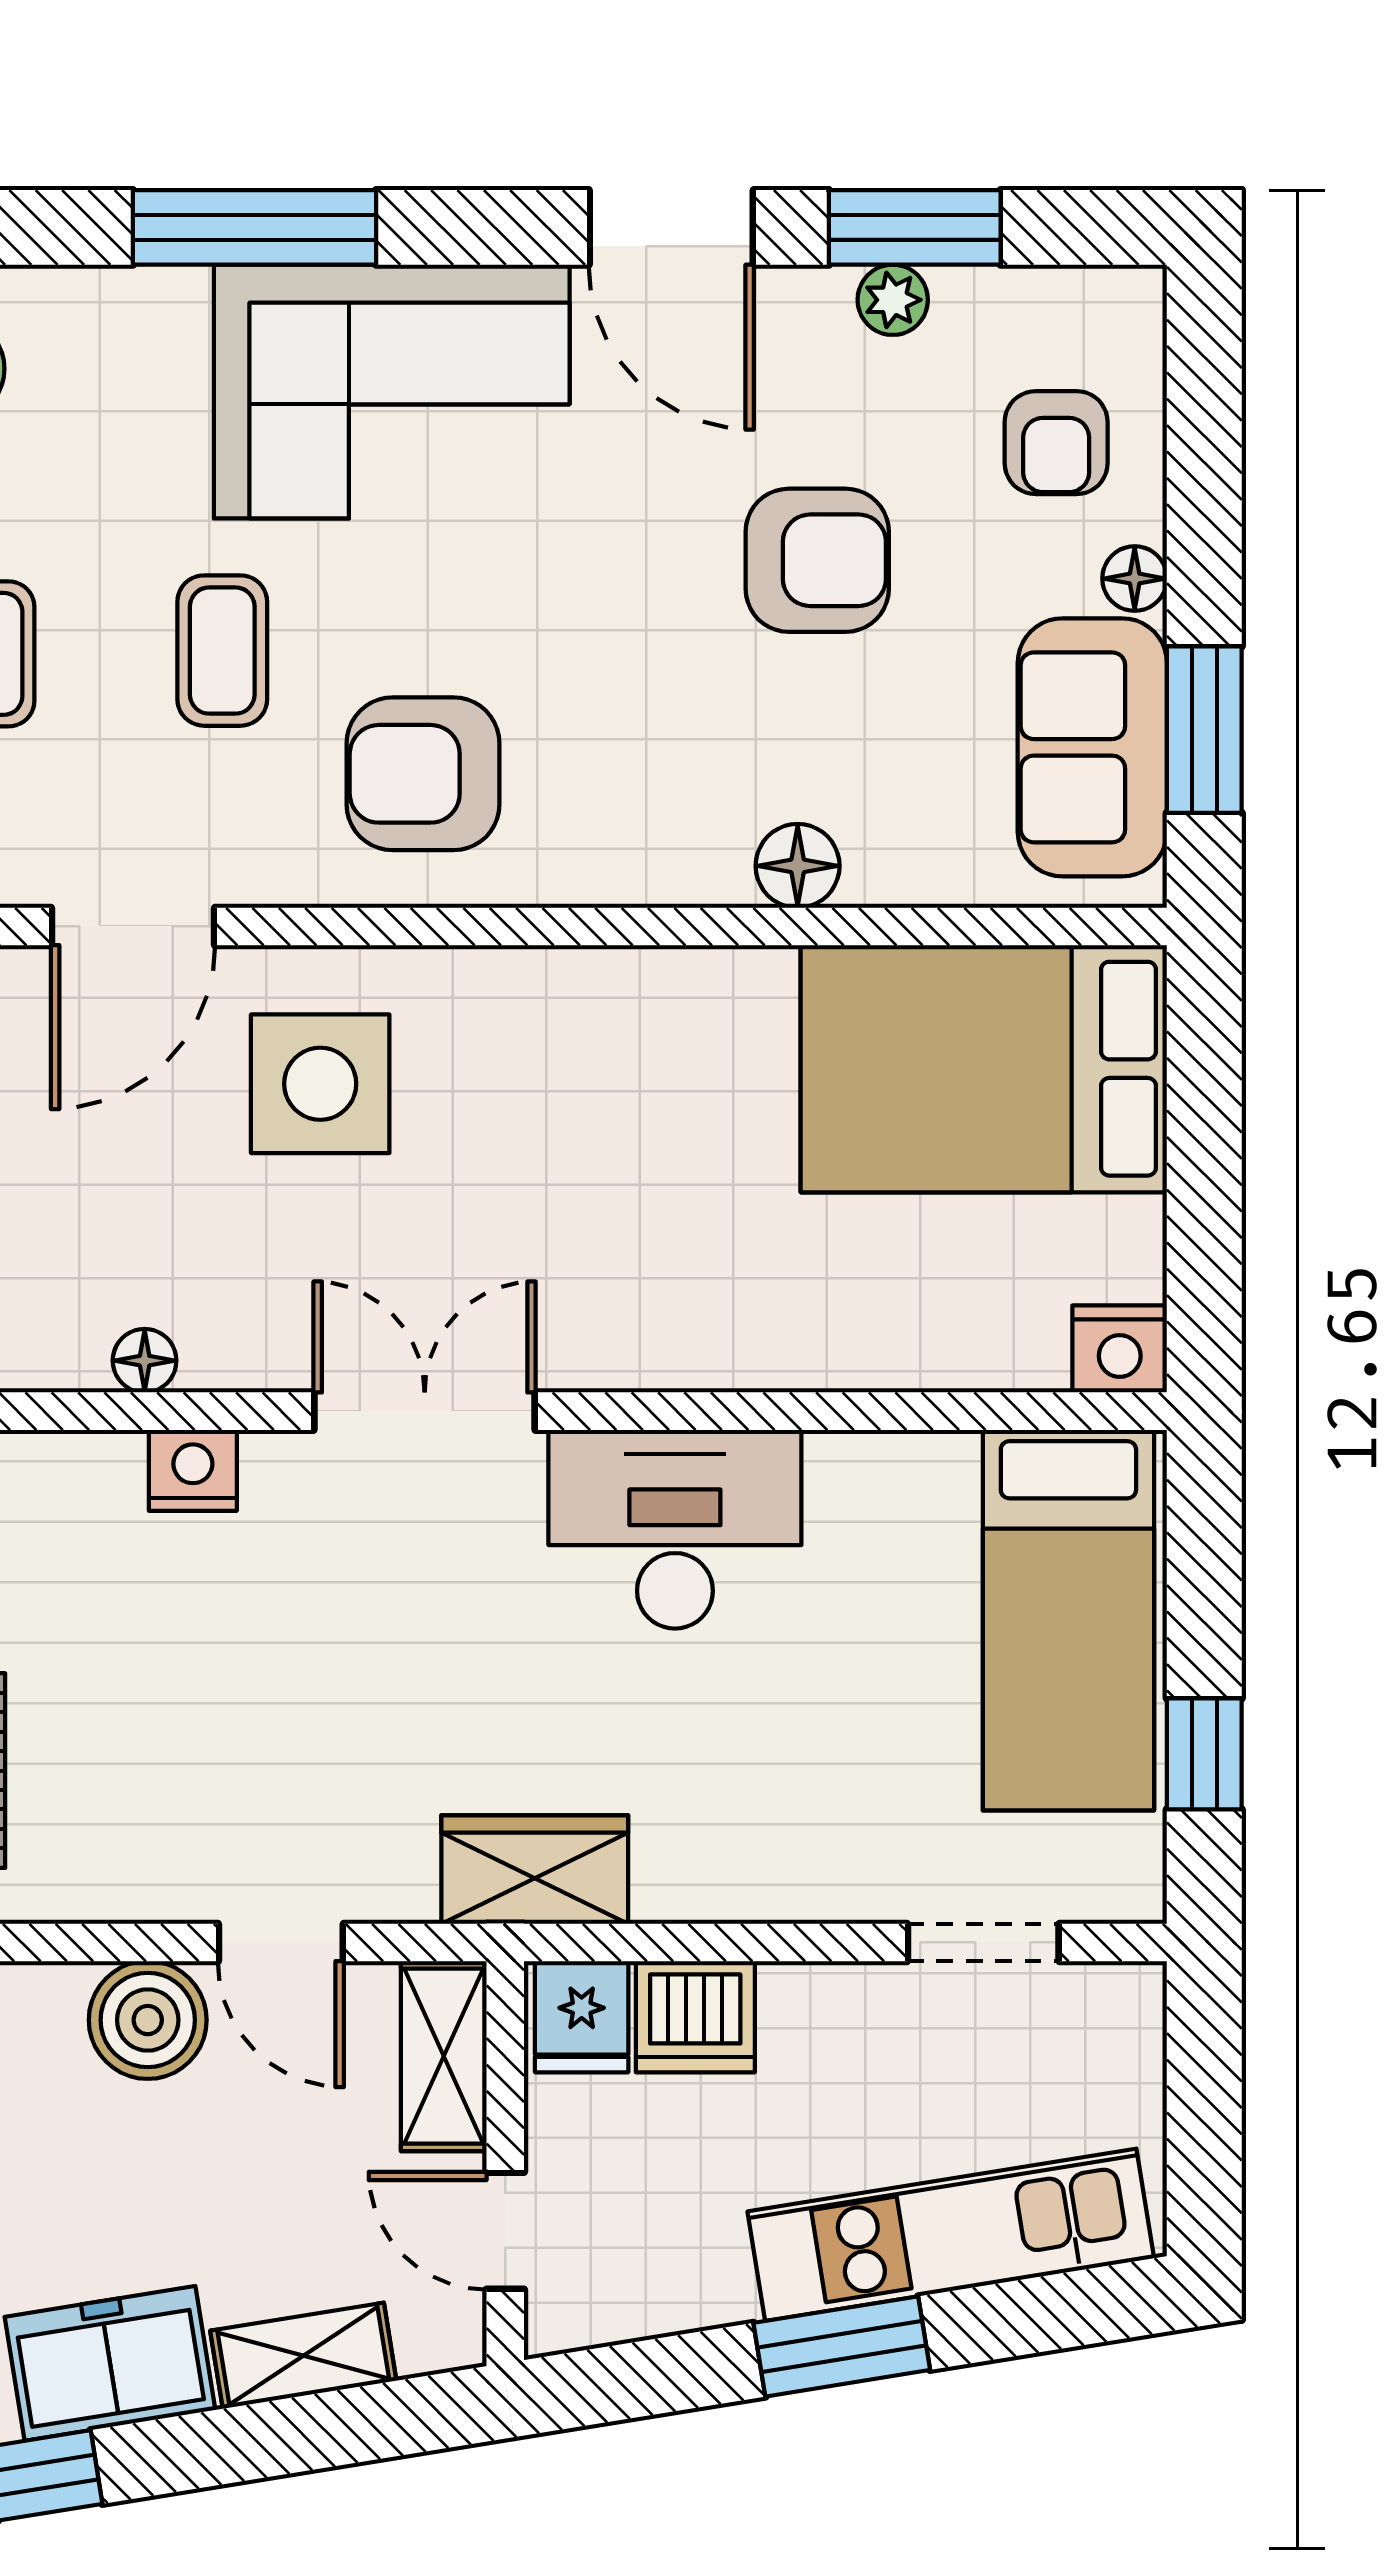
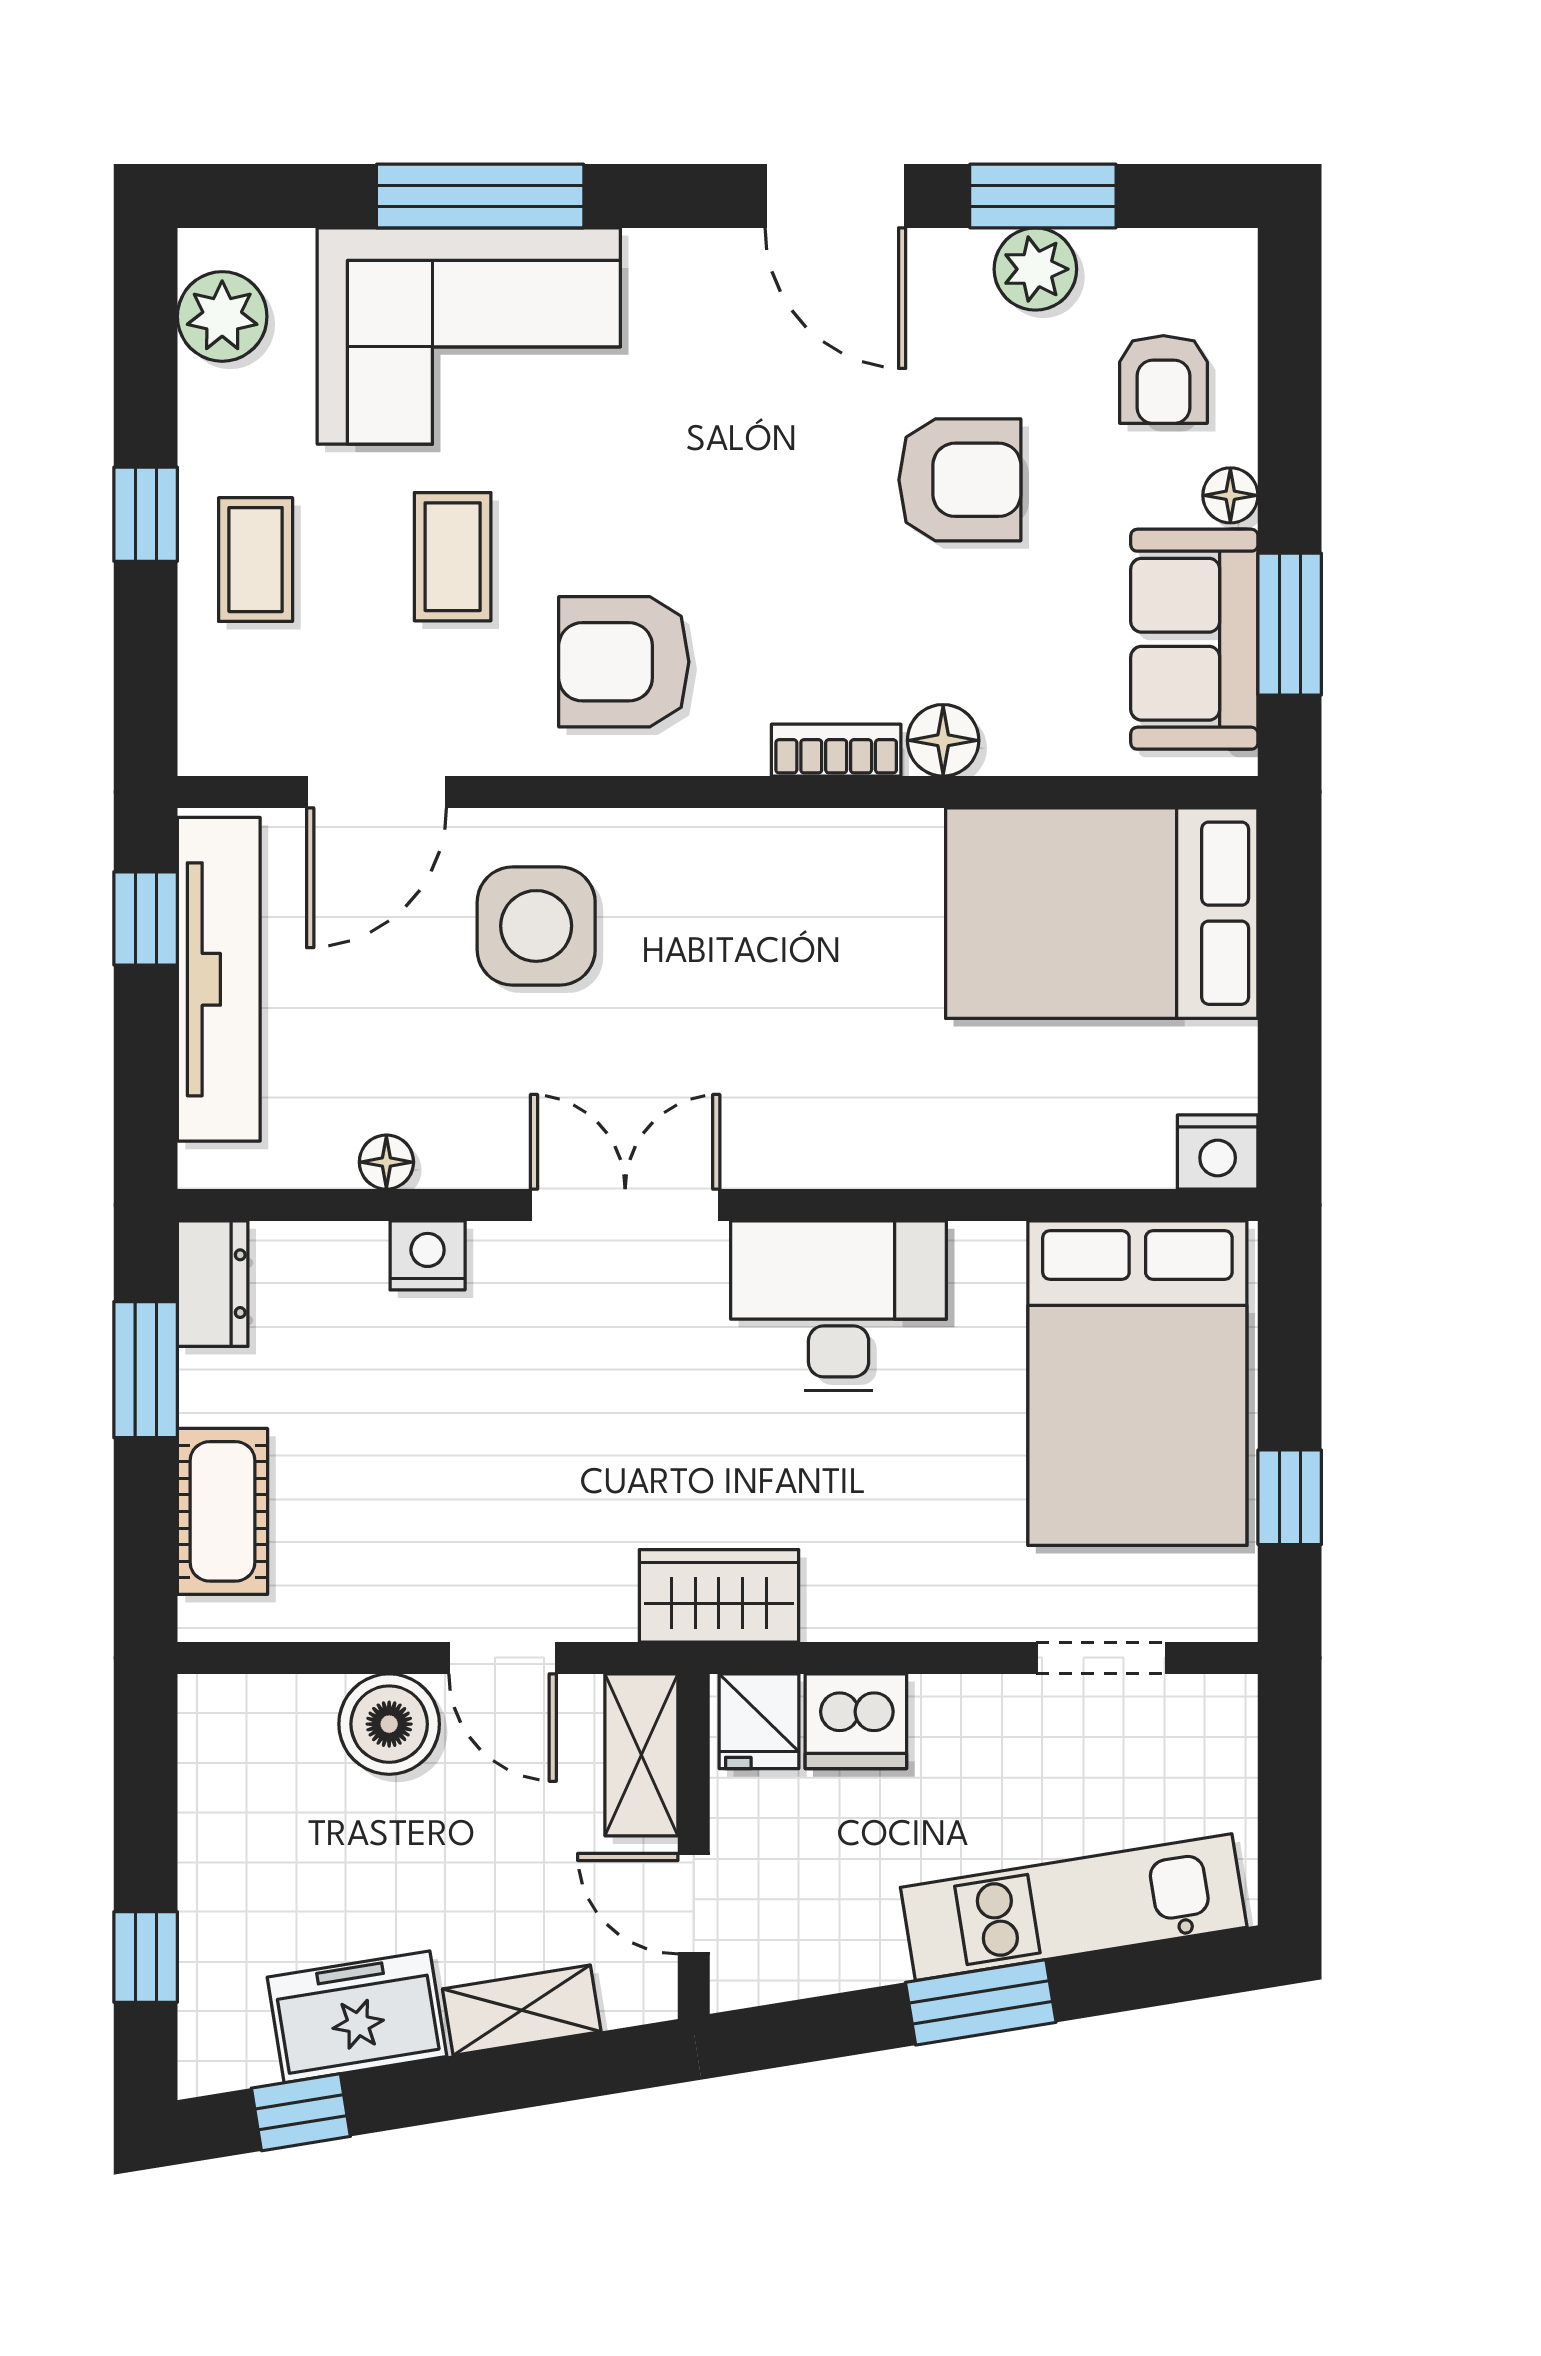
plant: (893, 300) -> (1035, 269), width x1.38, depth x1.38
corner sofa: (392, 392) -> (469, 336), moved
bookcase: (672, 877) -> (836, 750), added
bed: (1068, 1620) -> (1137, 1383), width x1.50

